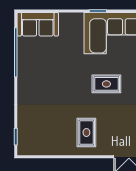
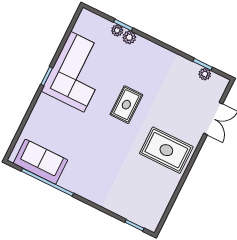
sofa: (38, 24) -> (40, 162), moved, turned -90
rug: (86, 132) -> (166, 150), width x1.36, depth x1.43

